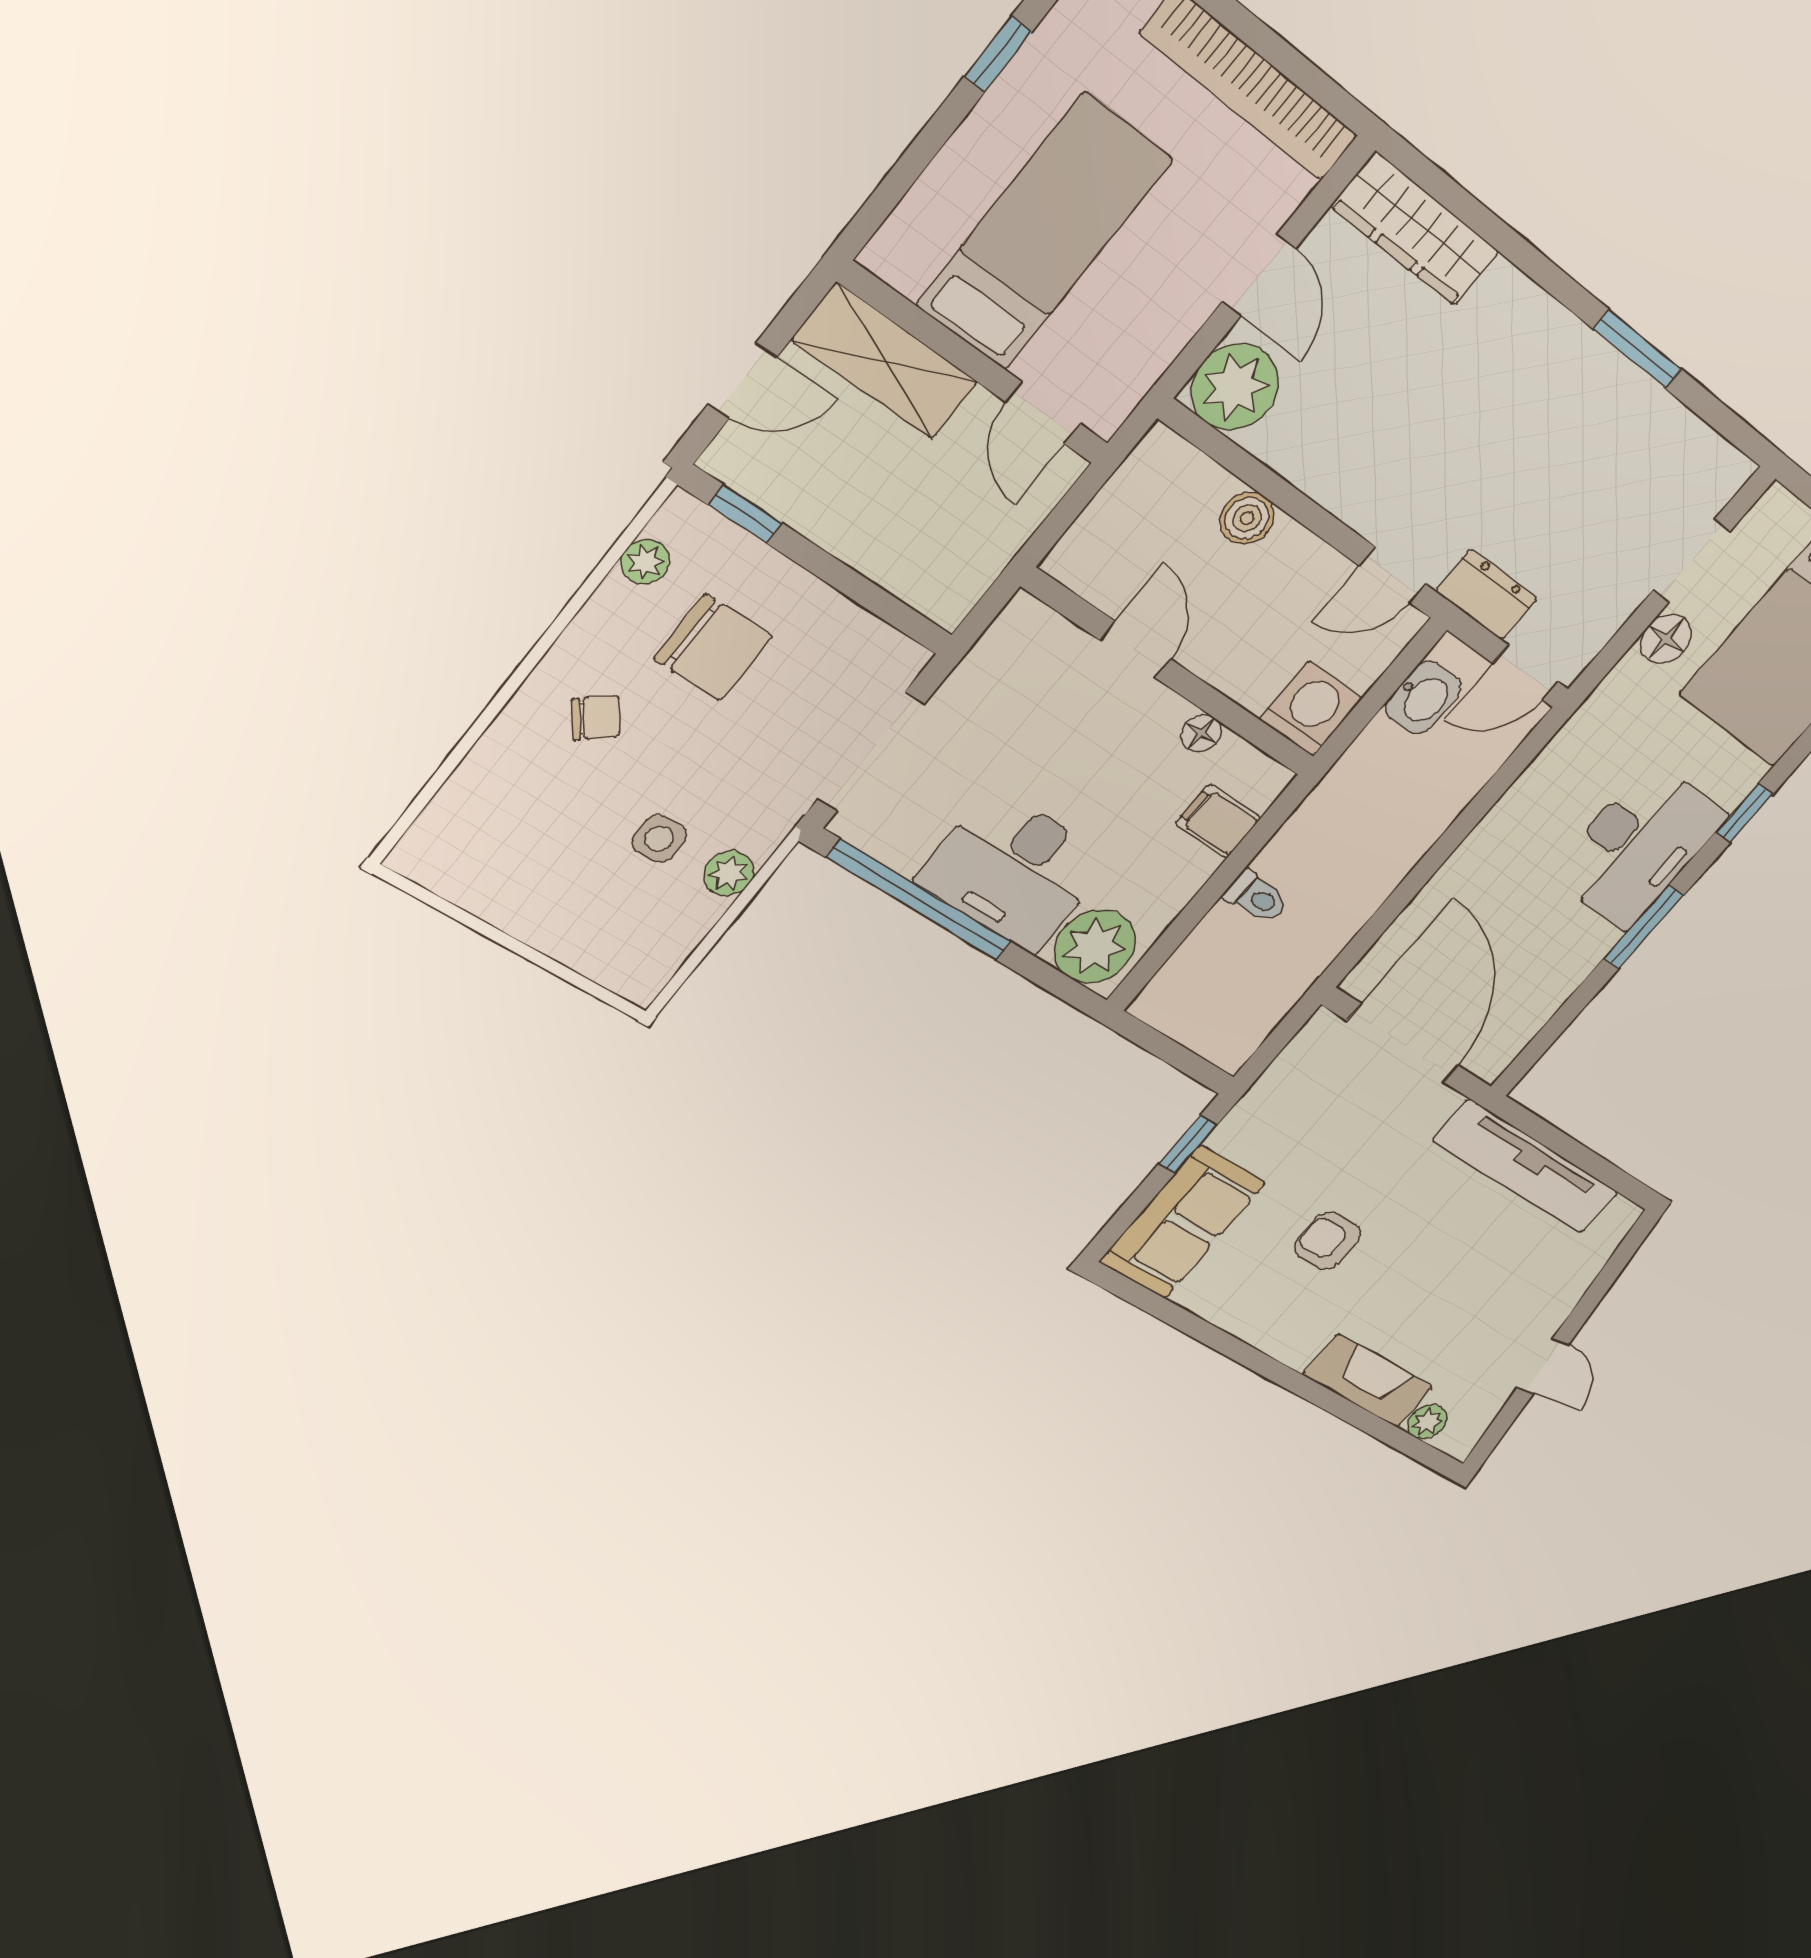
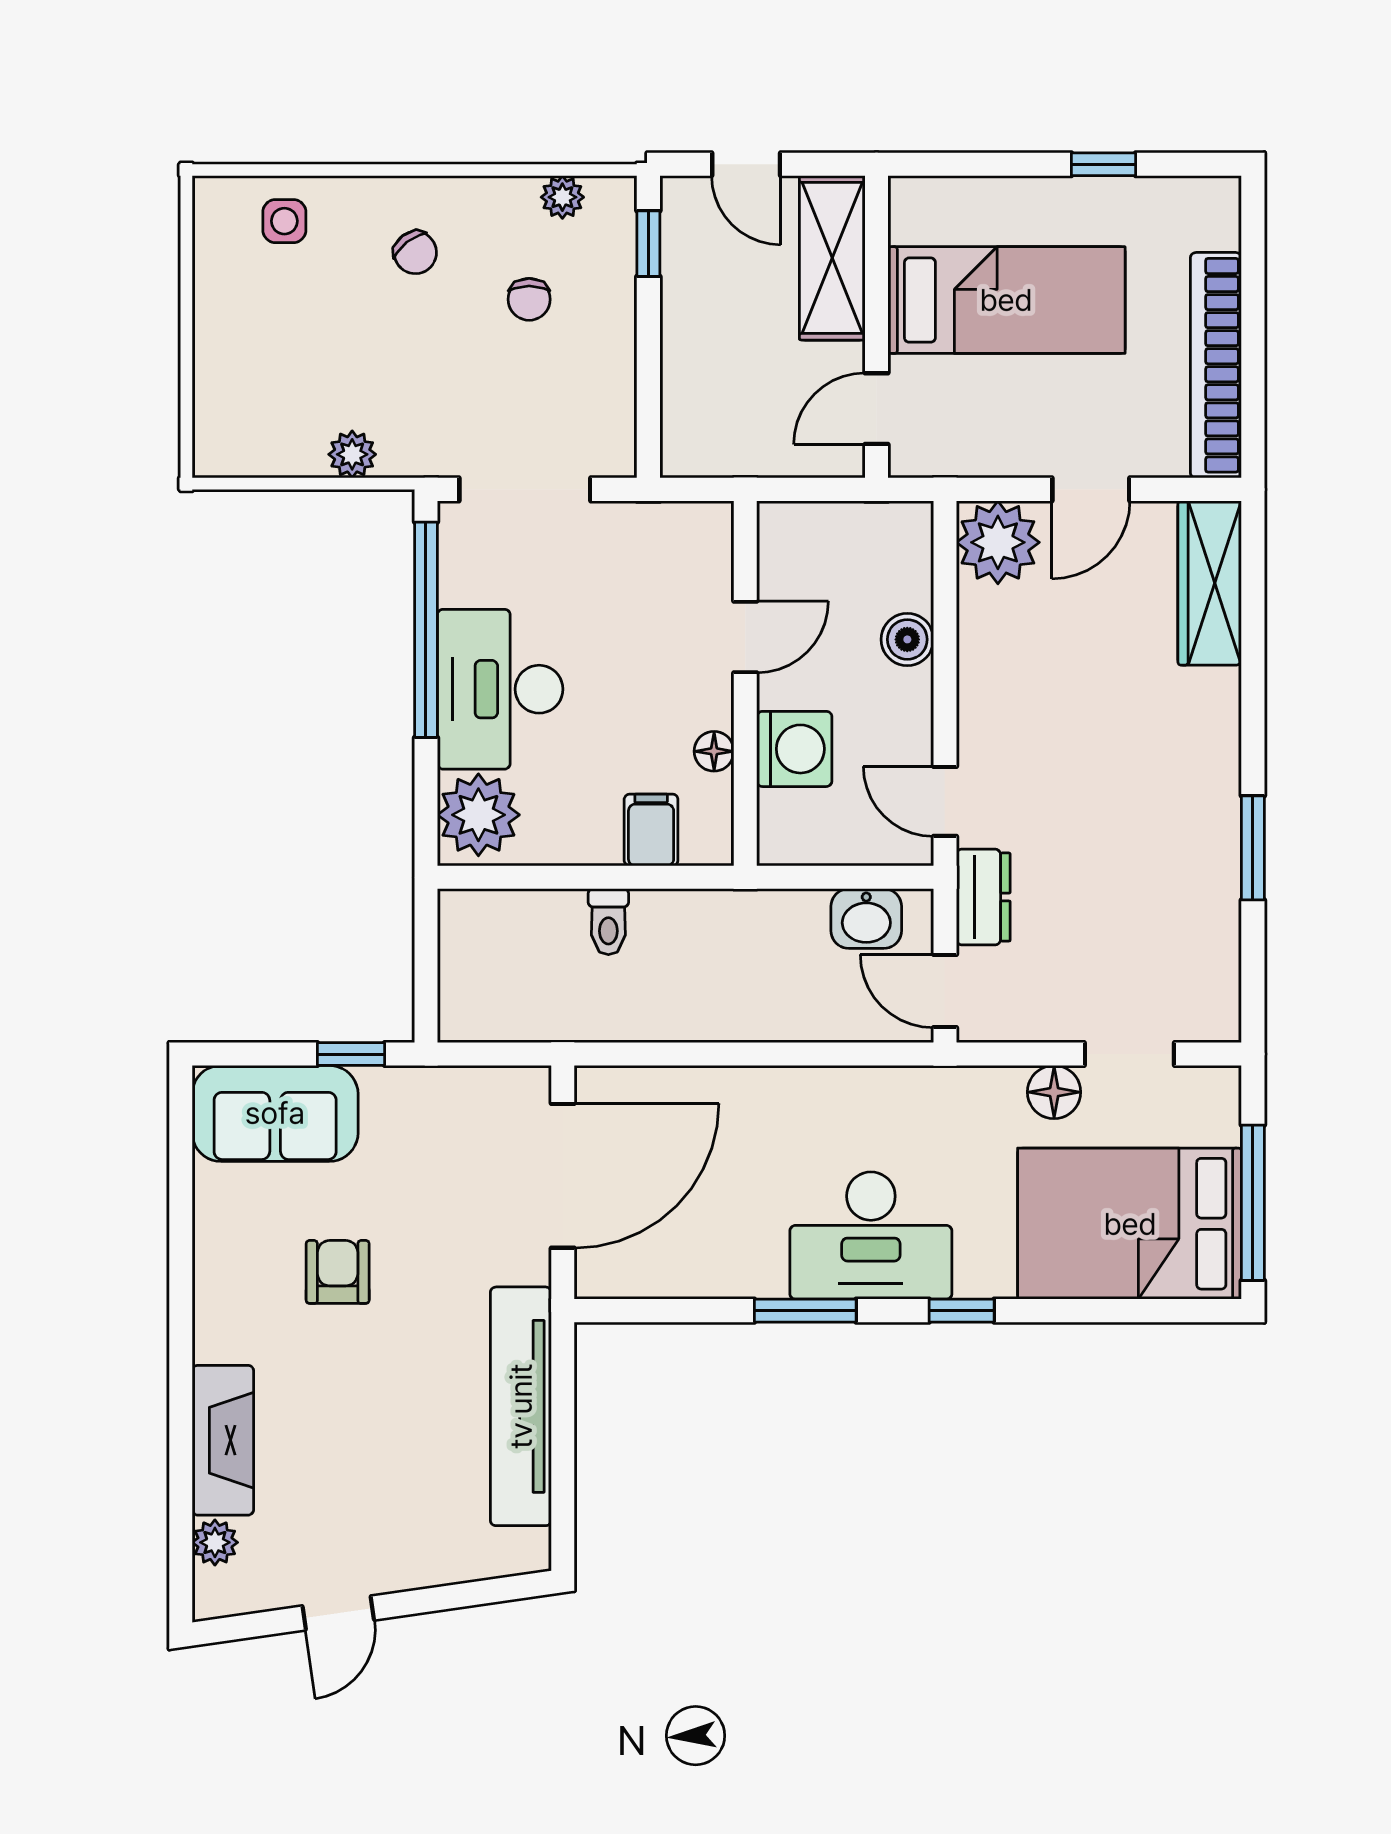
chair: (713, 647) -> (529, 299), width x0.54, depth x0.54
washing machine: (1311, 709) -> (794, 749), moved
side table: (659, 838) -> (284, 221), moved

